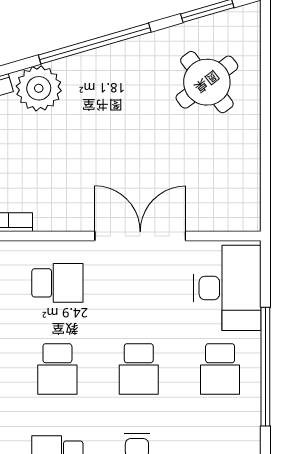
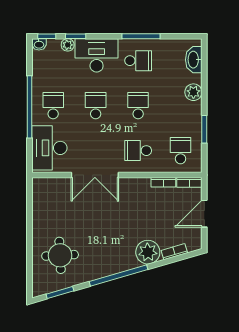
round table: (207, 82) -> (60, 255), turned 35

